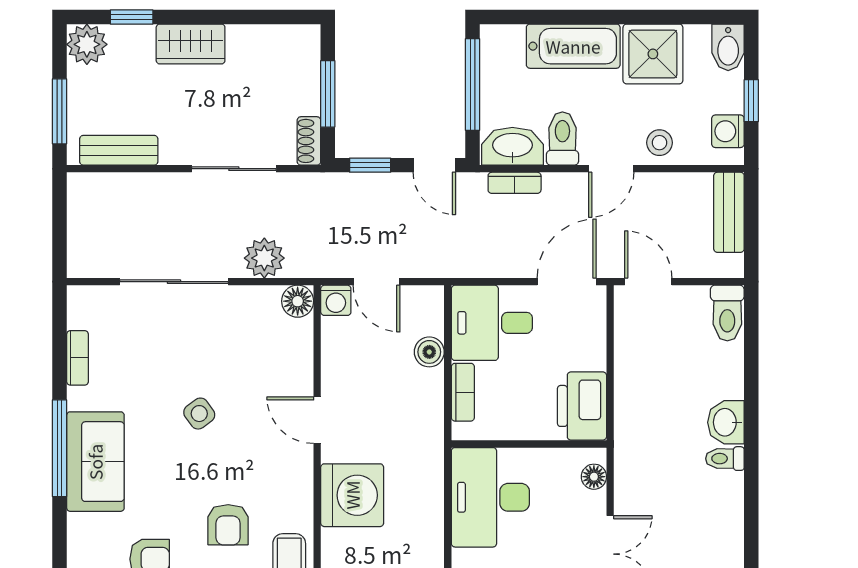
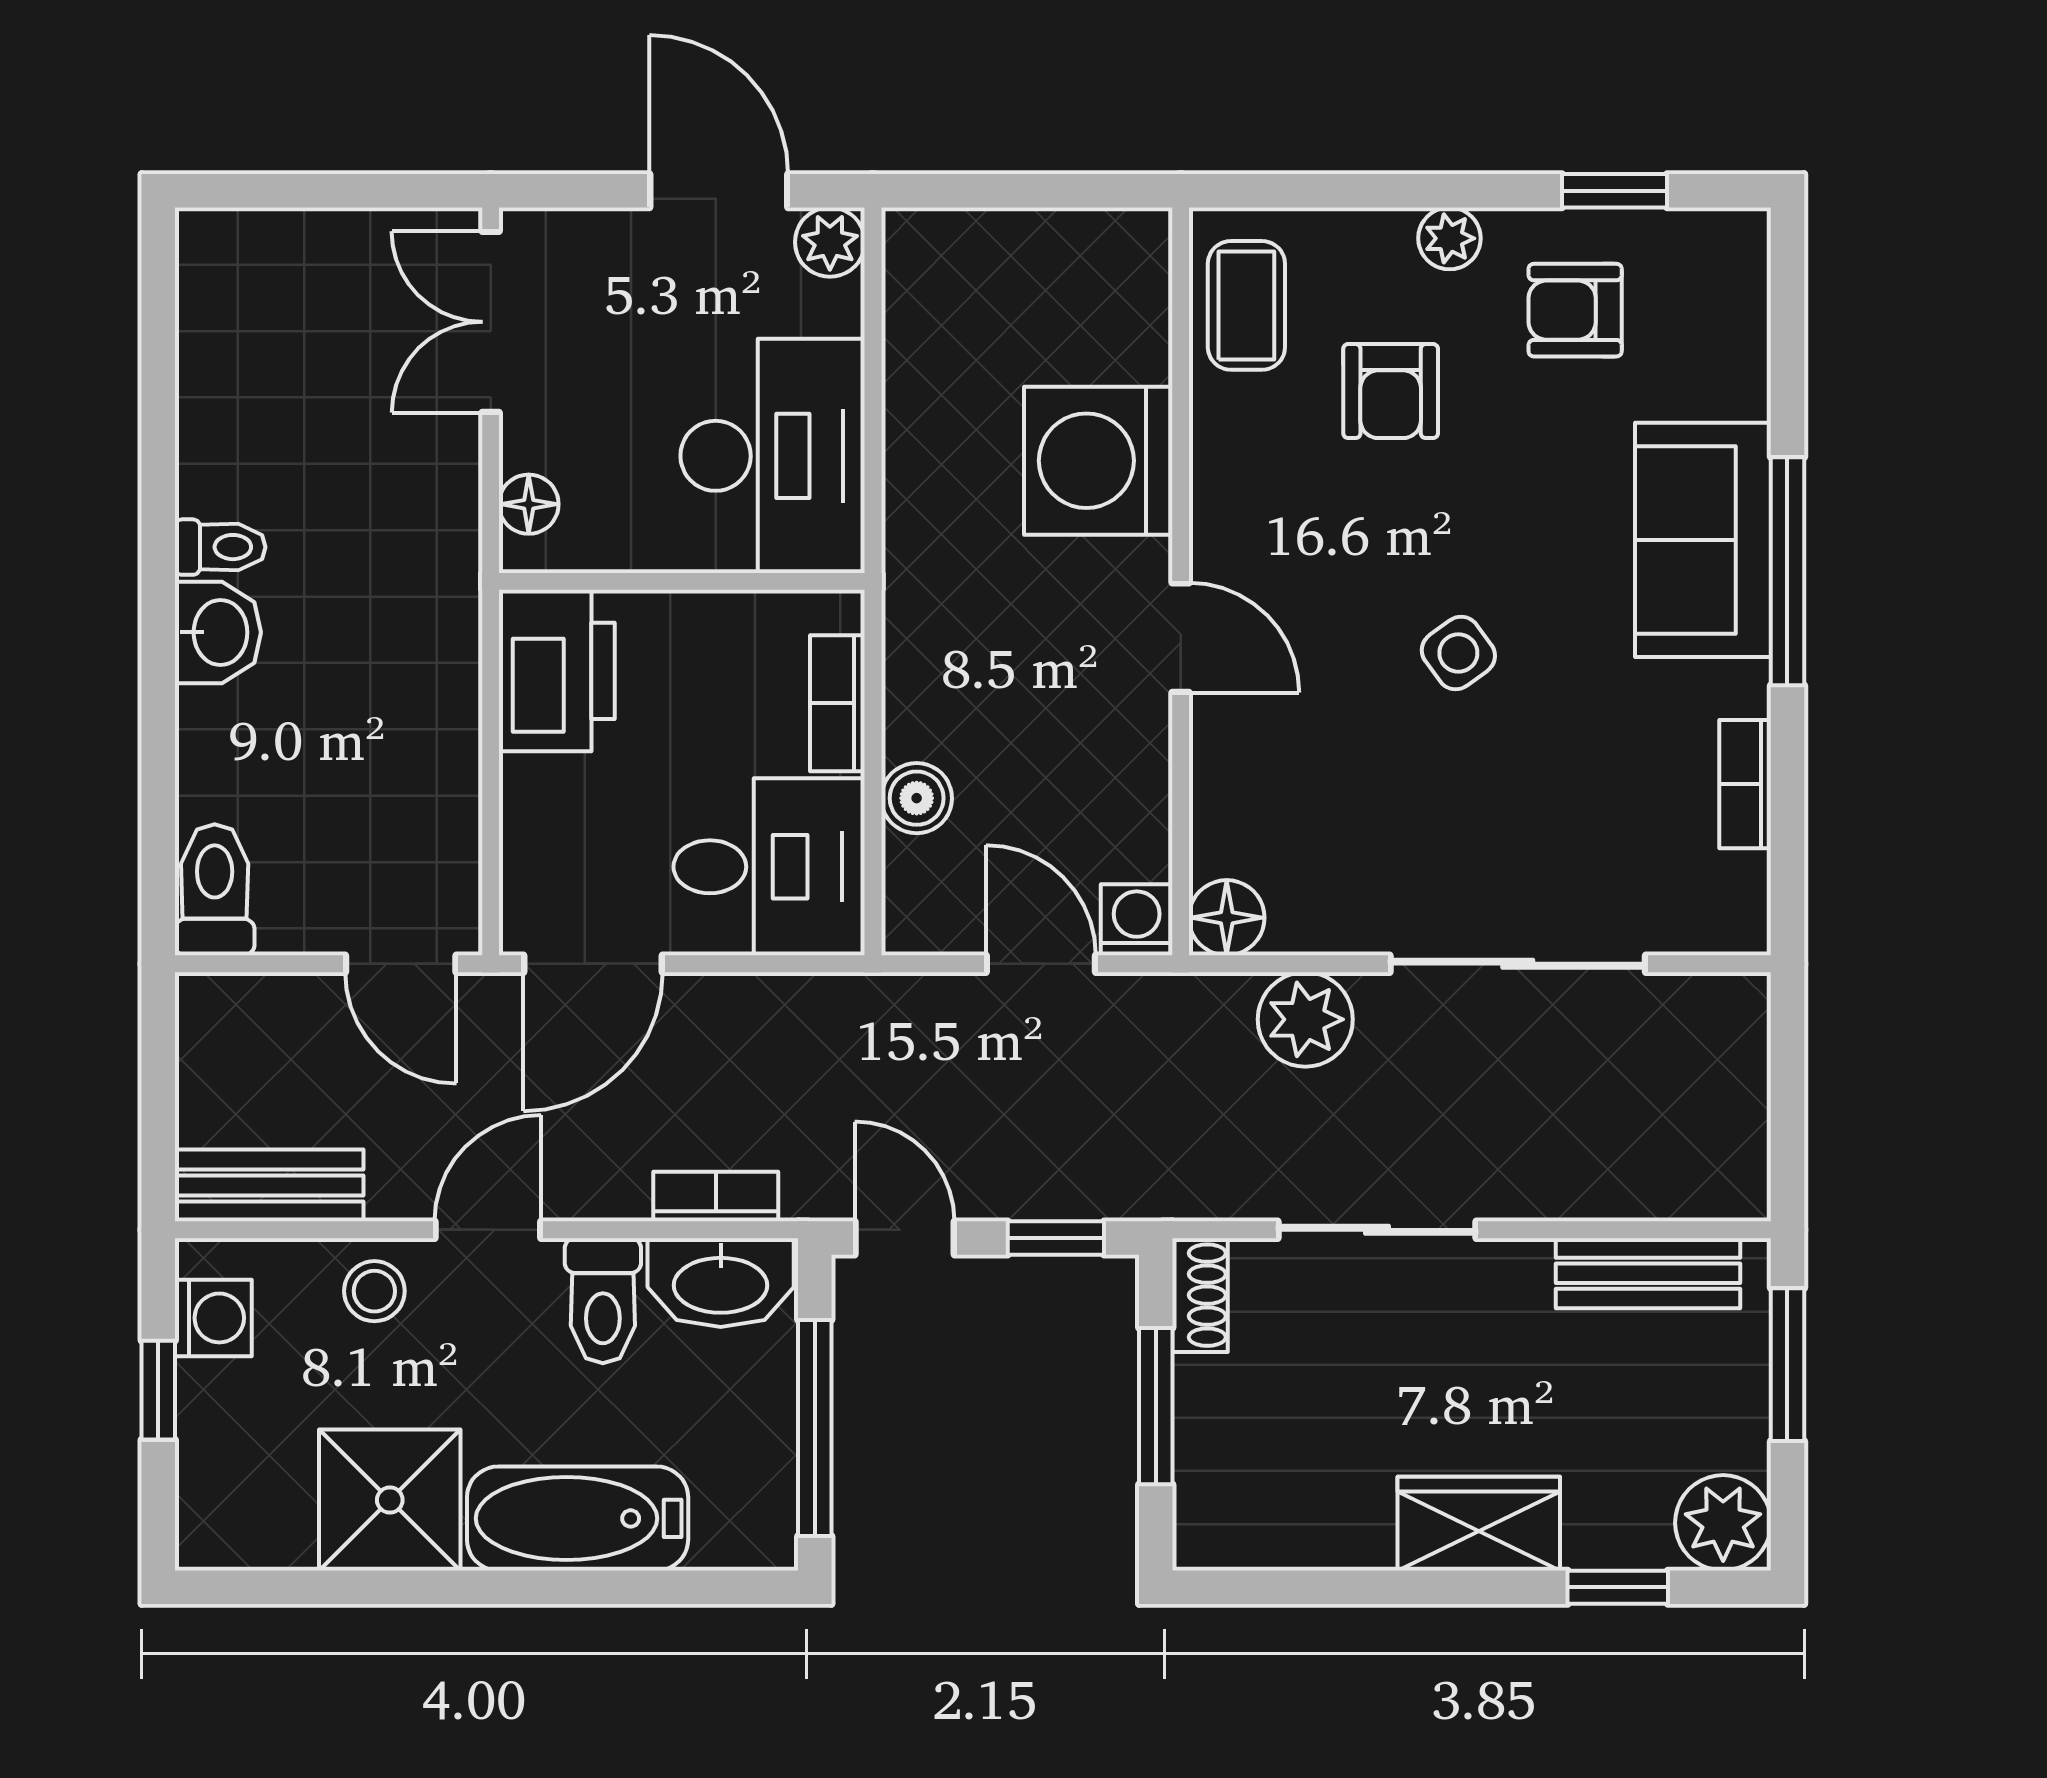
bidet: (728, 47) -> (213, 1516), removed
bench: (729, 212) -> (269, 1185), moved, turned 90
armchair: (228, 525) -> (1391, 391), turned 180

